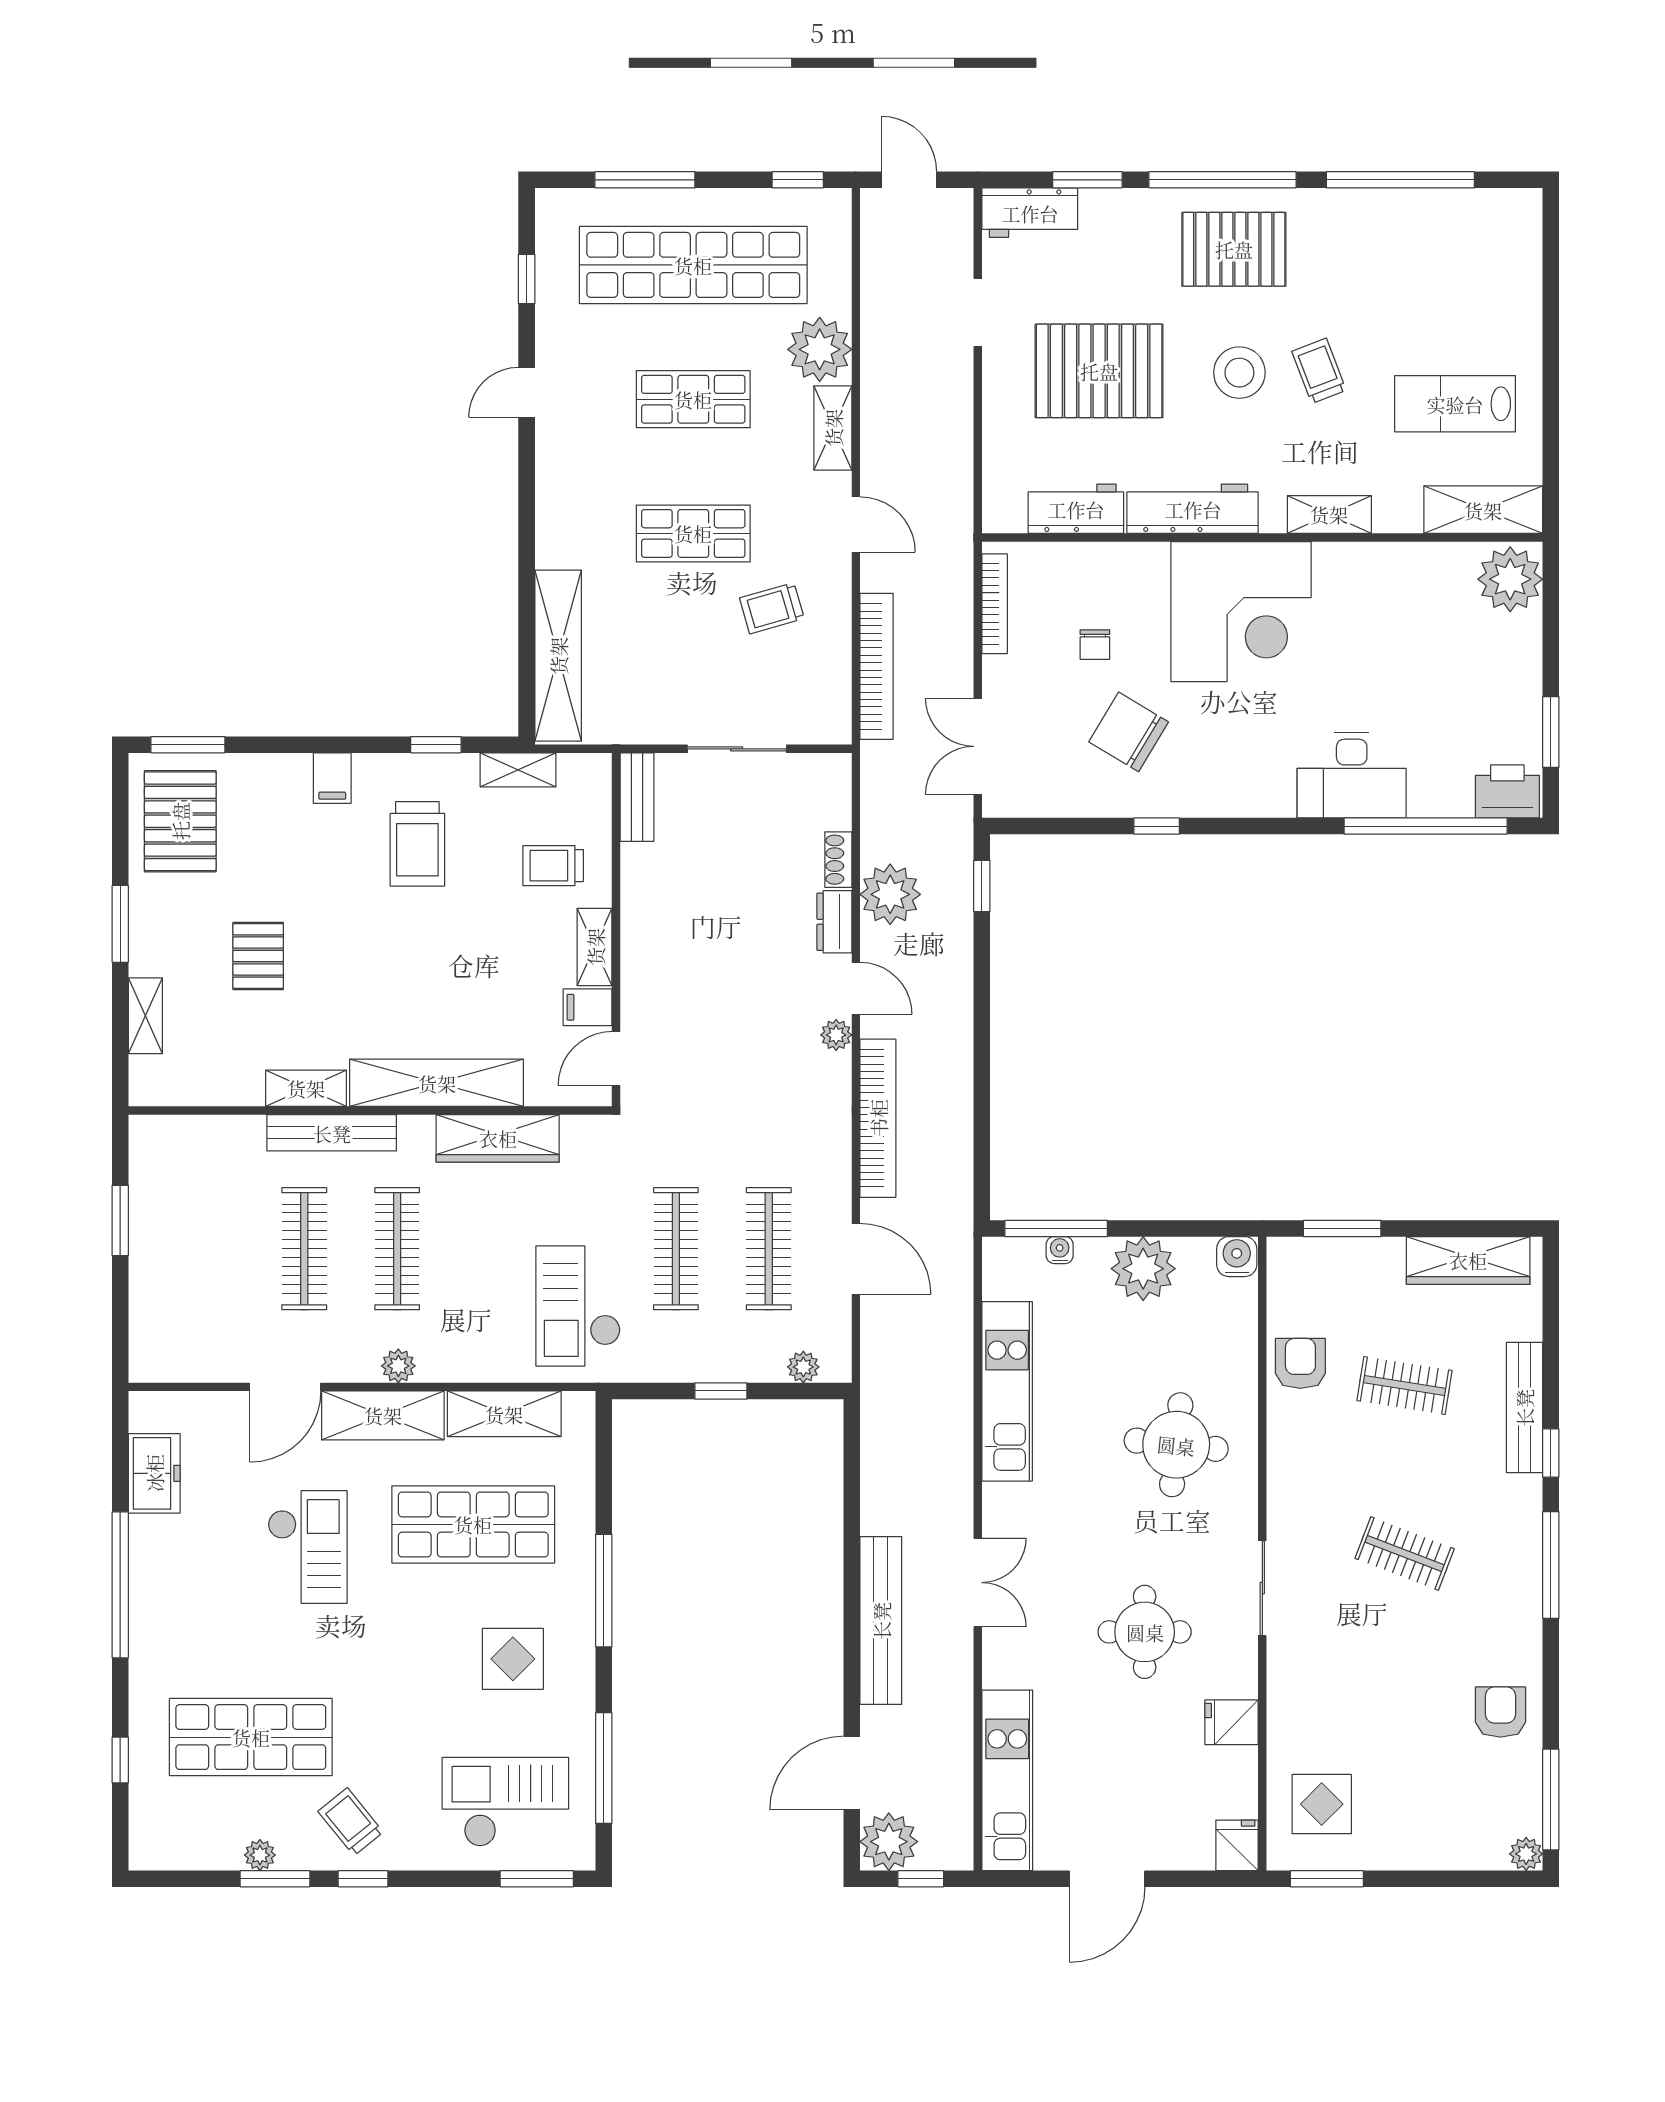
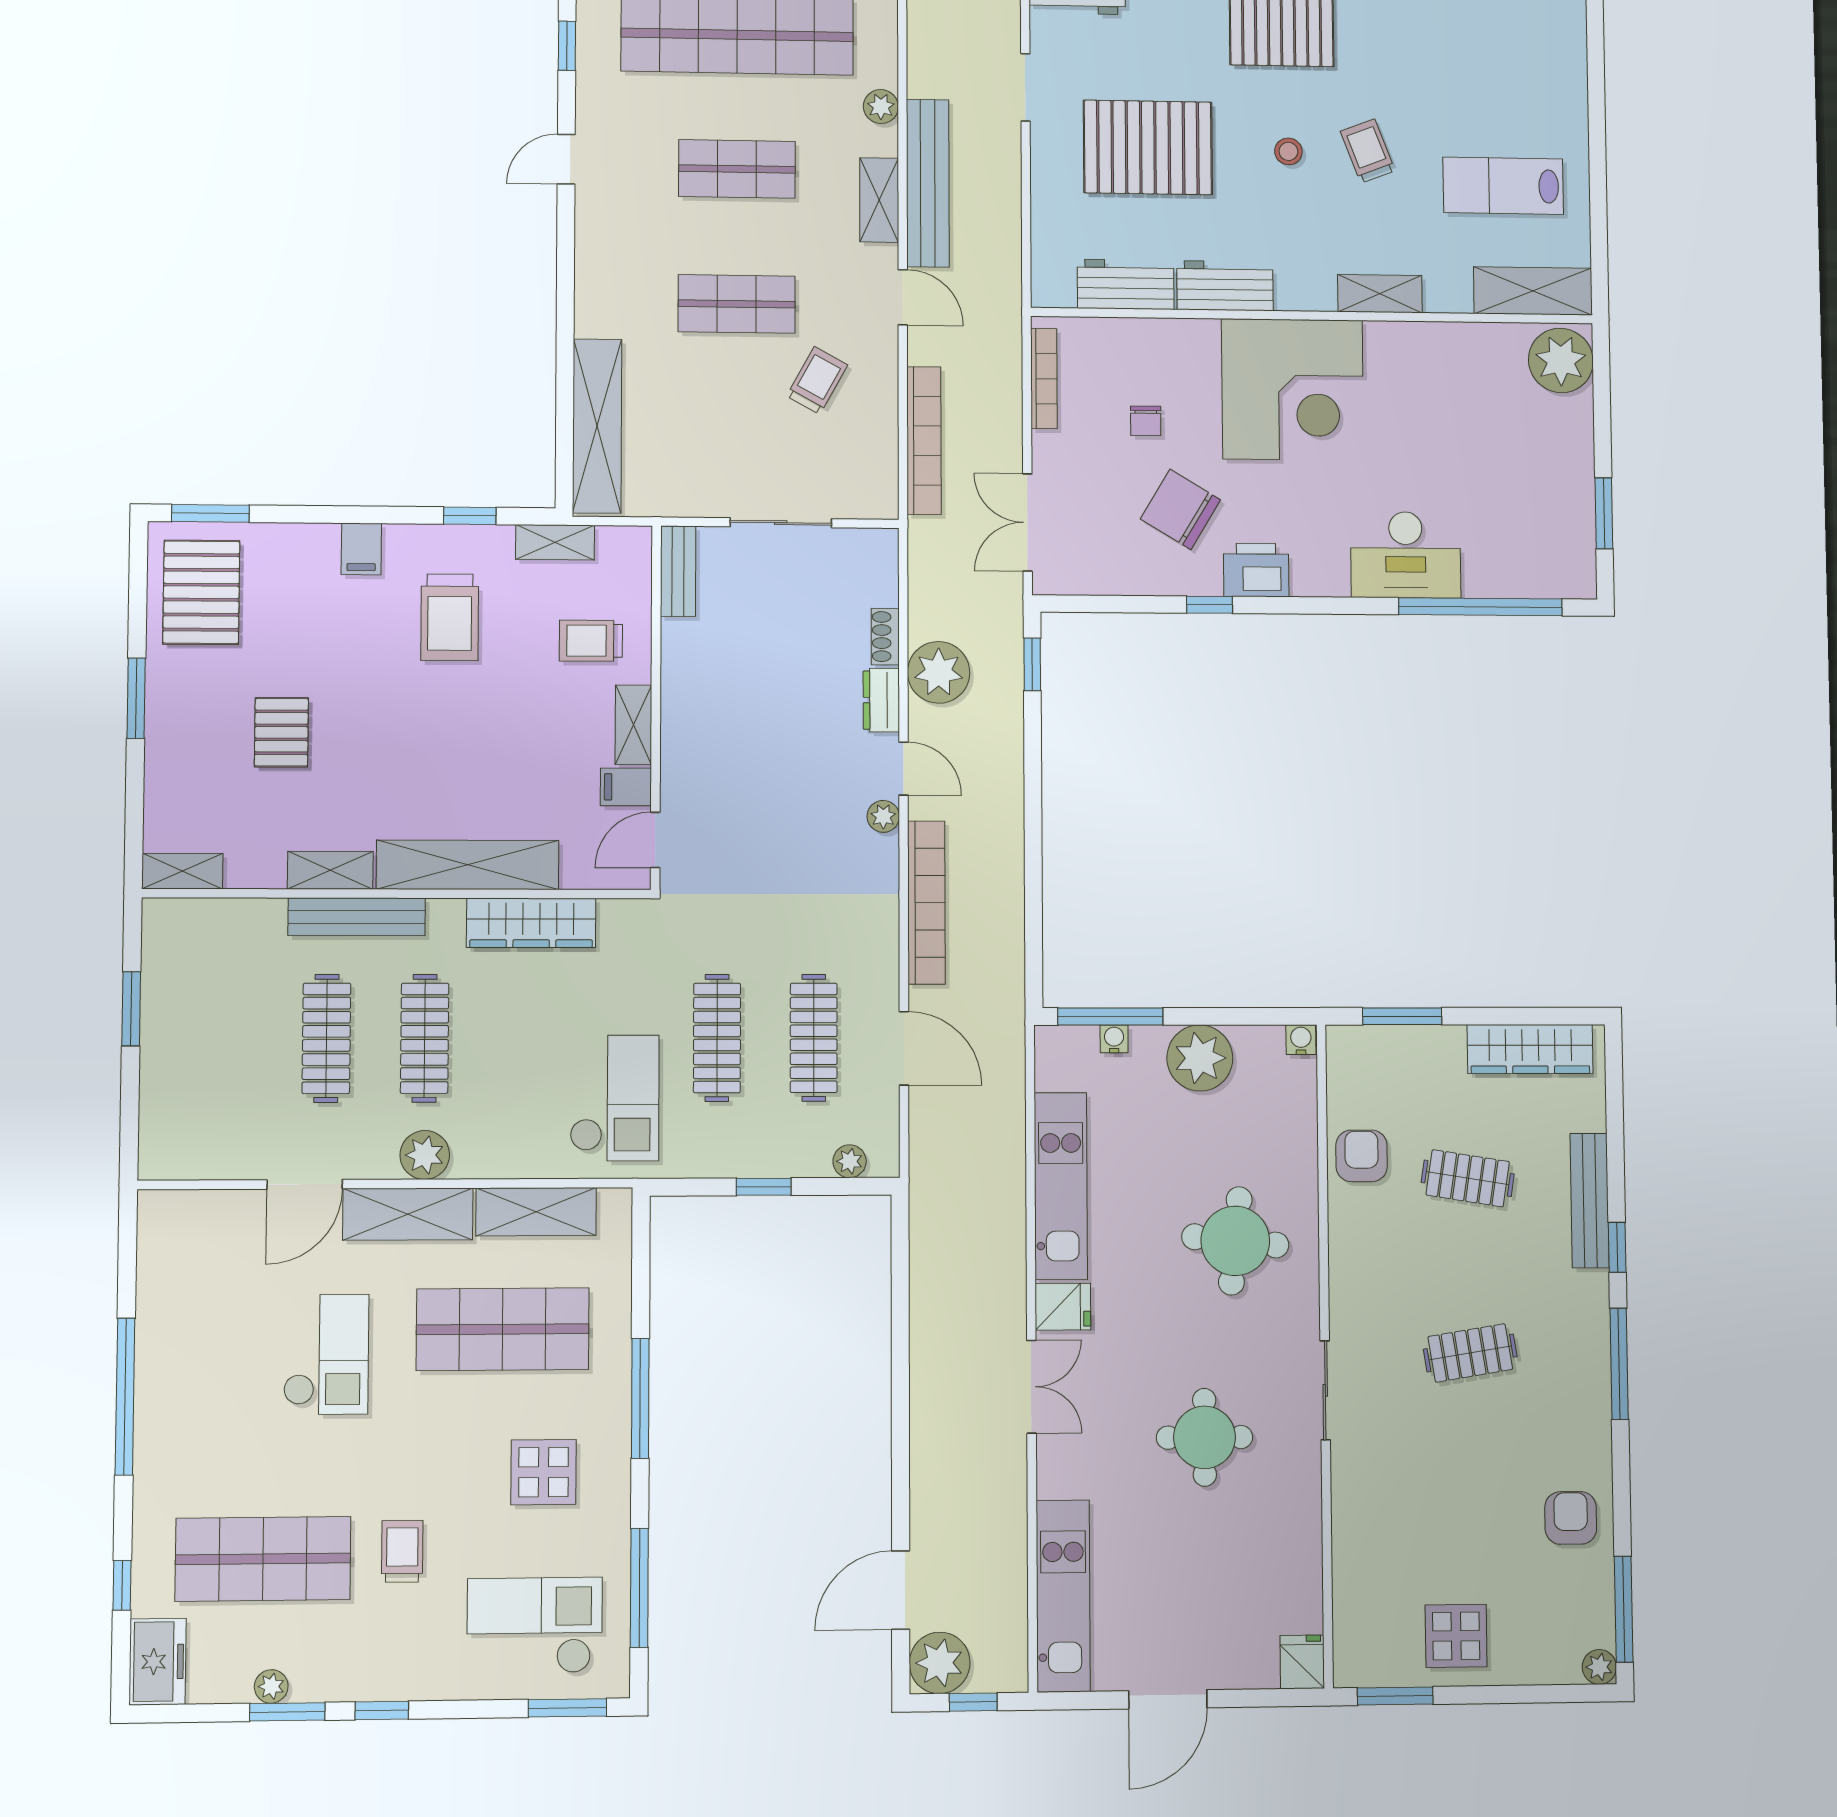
plant: (820, 349) -> (881, 107), width x0.53, depth x0.53
stool: (1239, 373) -> (1288, 151), width x0.53, depth x0.53
workbench: (1193, 509) -> (1225, 286), width x0.73
trolley: (772, 608) -> (817, 380), turned 135
printer: (1507, 791) -> (1256, 570), moved
shelving: (145, 1016) -> (182, 871), moved, turned 90
water cooler: (1237, 1257) -> (1301, 1040), width x0.72, depth x0.72
checkout: (578, 1306) -> (615, 1098), turned 180
plant: (398, 1366) -> (425, 1155), width x1.38, depth x1.38
freezer: (154, 1473) -> (158, 1662), moved
clothes rail: (1405, 1554) -> (1470, 1353), turned -30
bench: (881, 1621) -> (928, 183), moved
fridge: (1232, 1722) -> (1063, 1307), moved, turned 180
display table: (1322, 1804) -> (1456, 1636), moved
trolley: (351, 1822) -> (402, 1551), moved, turned 39

